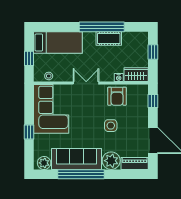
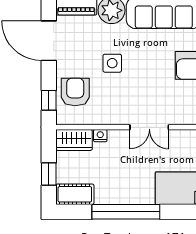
cot: (109, 39) -> (75, 194), moved
armchair: (117, 96) -> (75, 92), moved

